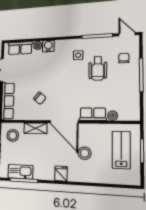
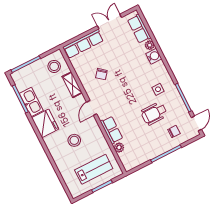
door: (64, 122) -> (92, 108), width x0.53
kitchen sink: (20, 172) -> (31, 102), moved
fridge: (61, 174) -> (45, 123), width x1.88, depth x1.34

